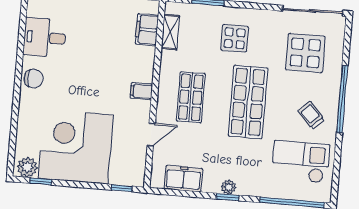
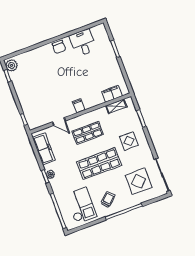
corner desk: (76, 147) -> (34, 85), removed
freezer: (183, 179) -> (44, 149), width x1.40

